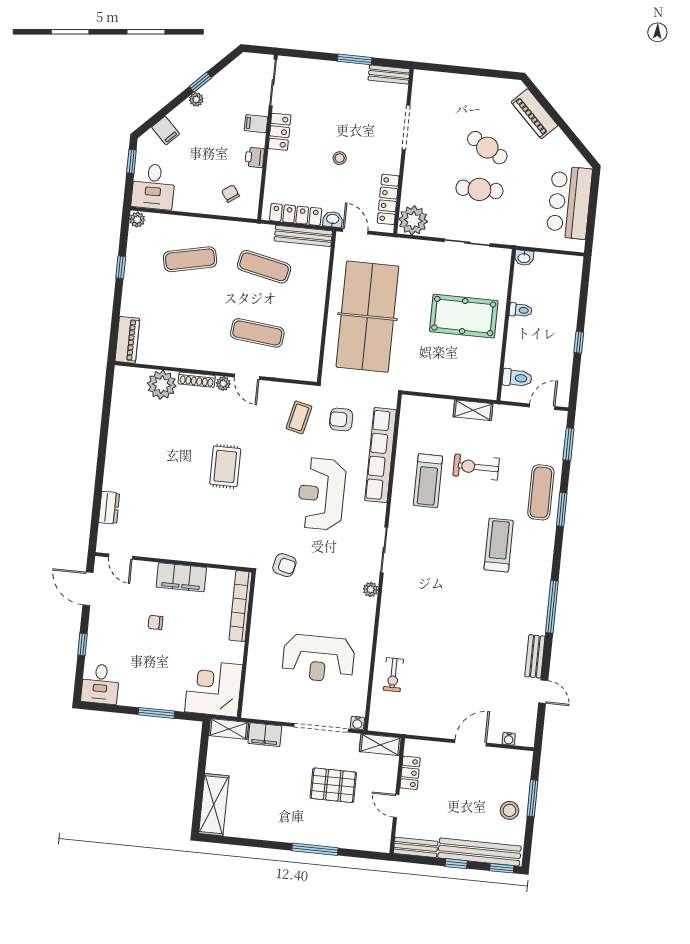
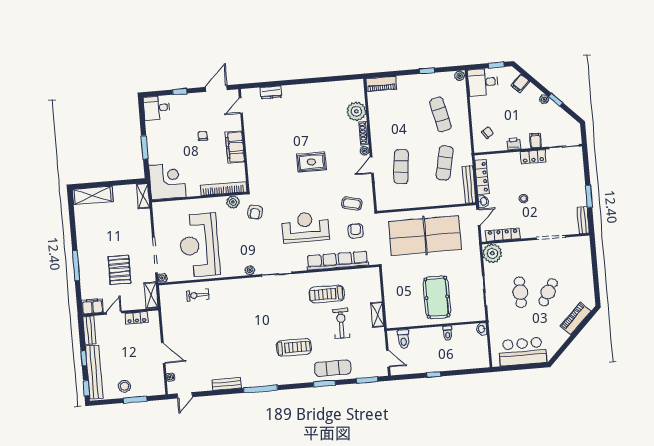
plant: (263, 596) -> (233, 202), added
reception desk: (318, 658) -> (199, 245), width x1.36, depth x1.30
door: (543, 692) -> (185, 395), moved
filing cabinet: (265, 735) -> (92, 306), moved, turned 90

